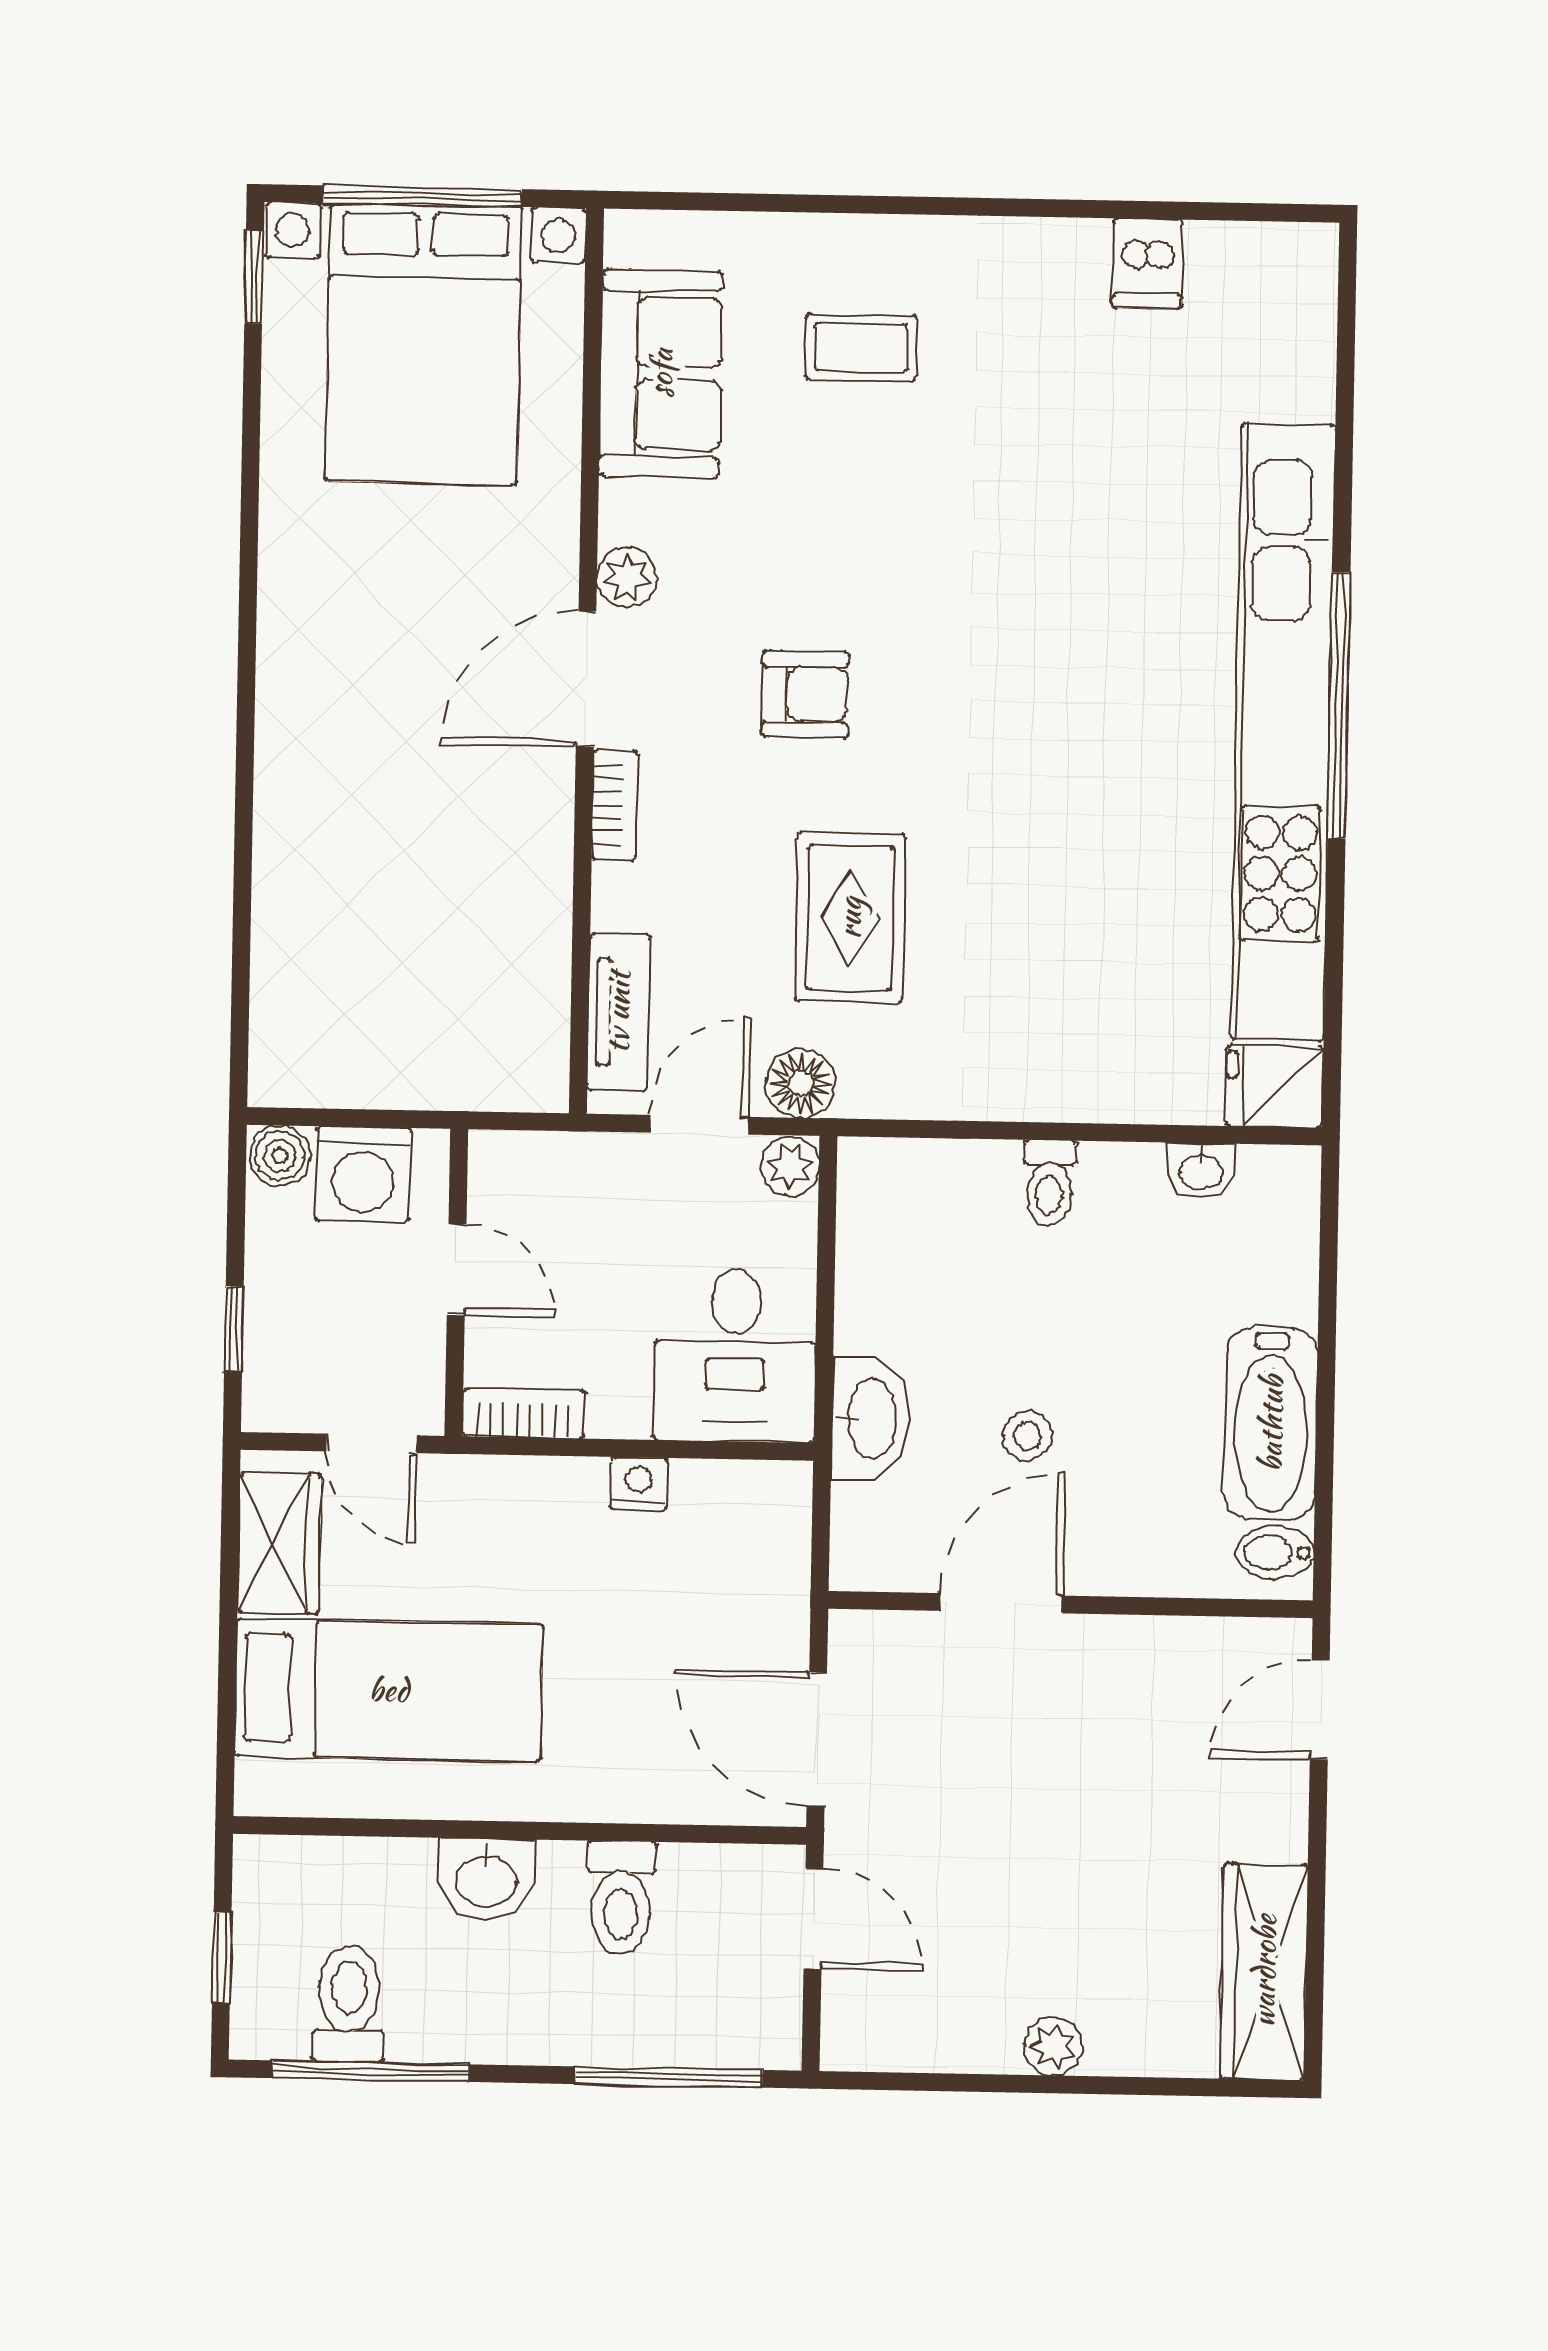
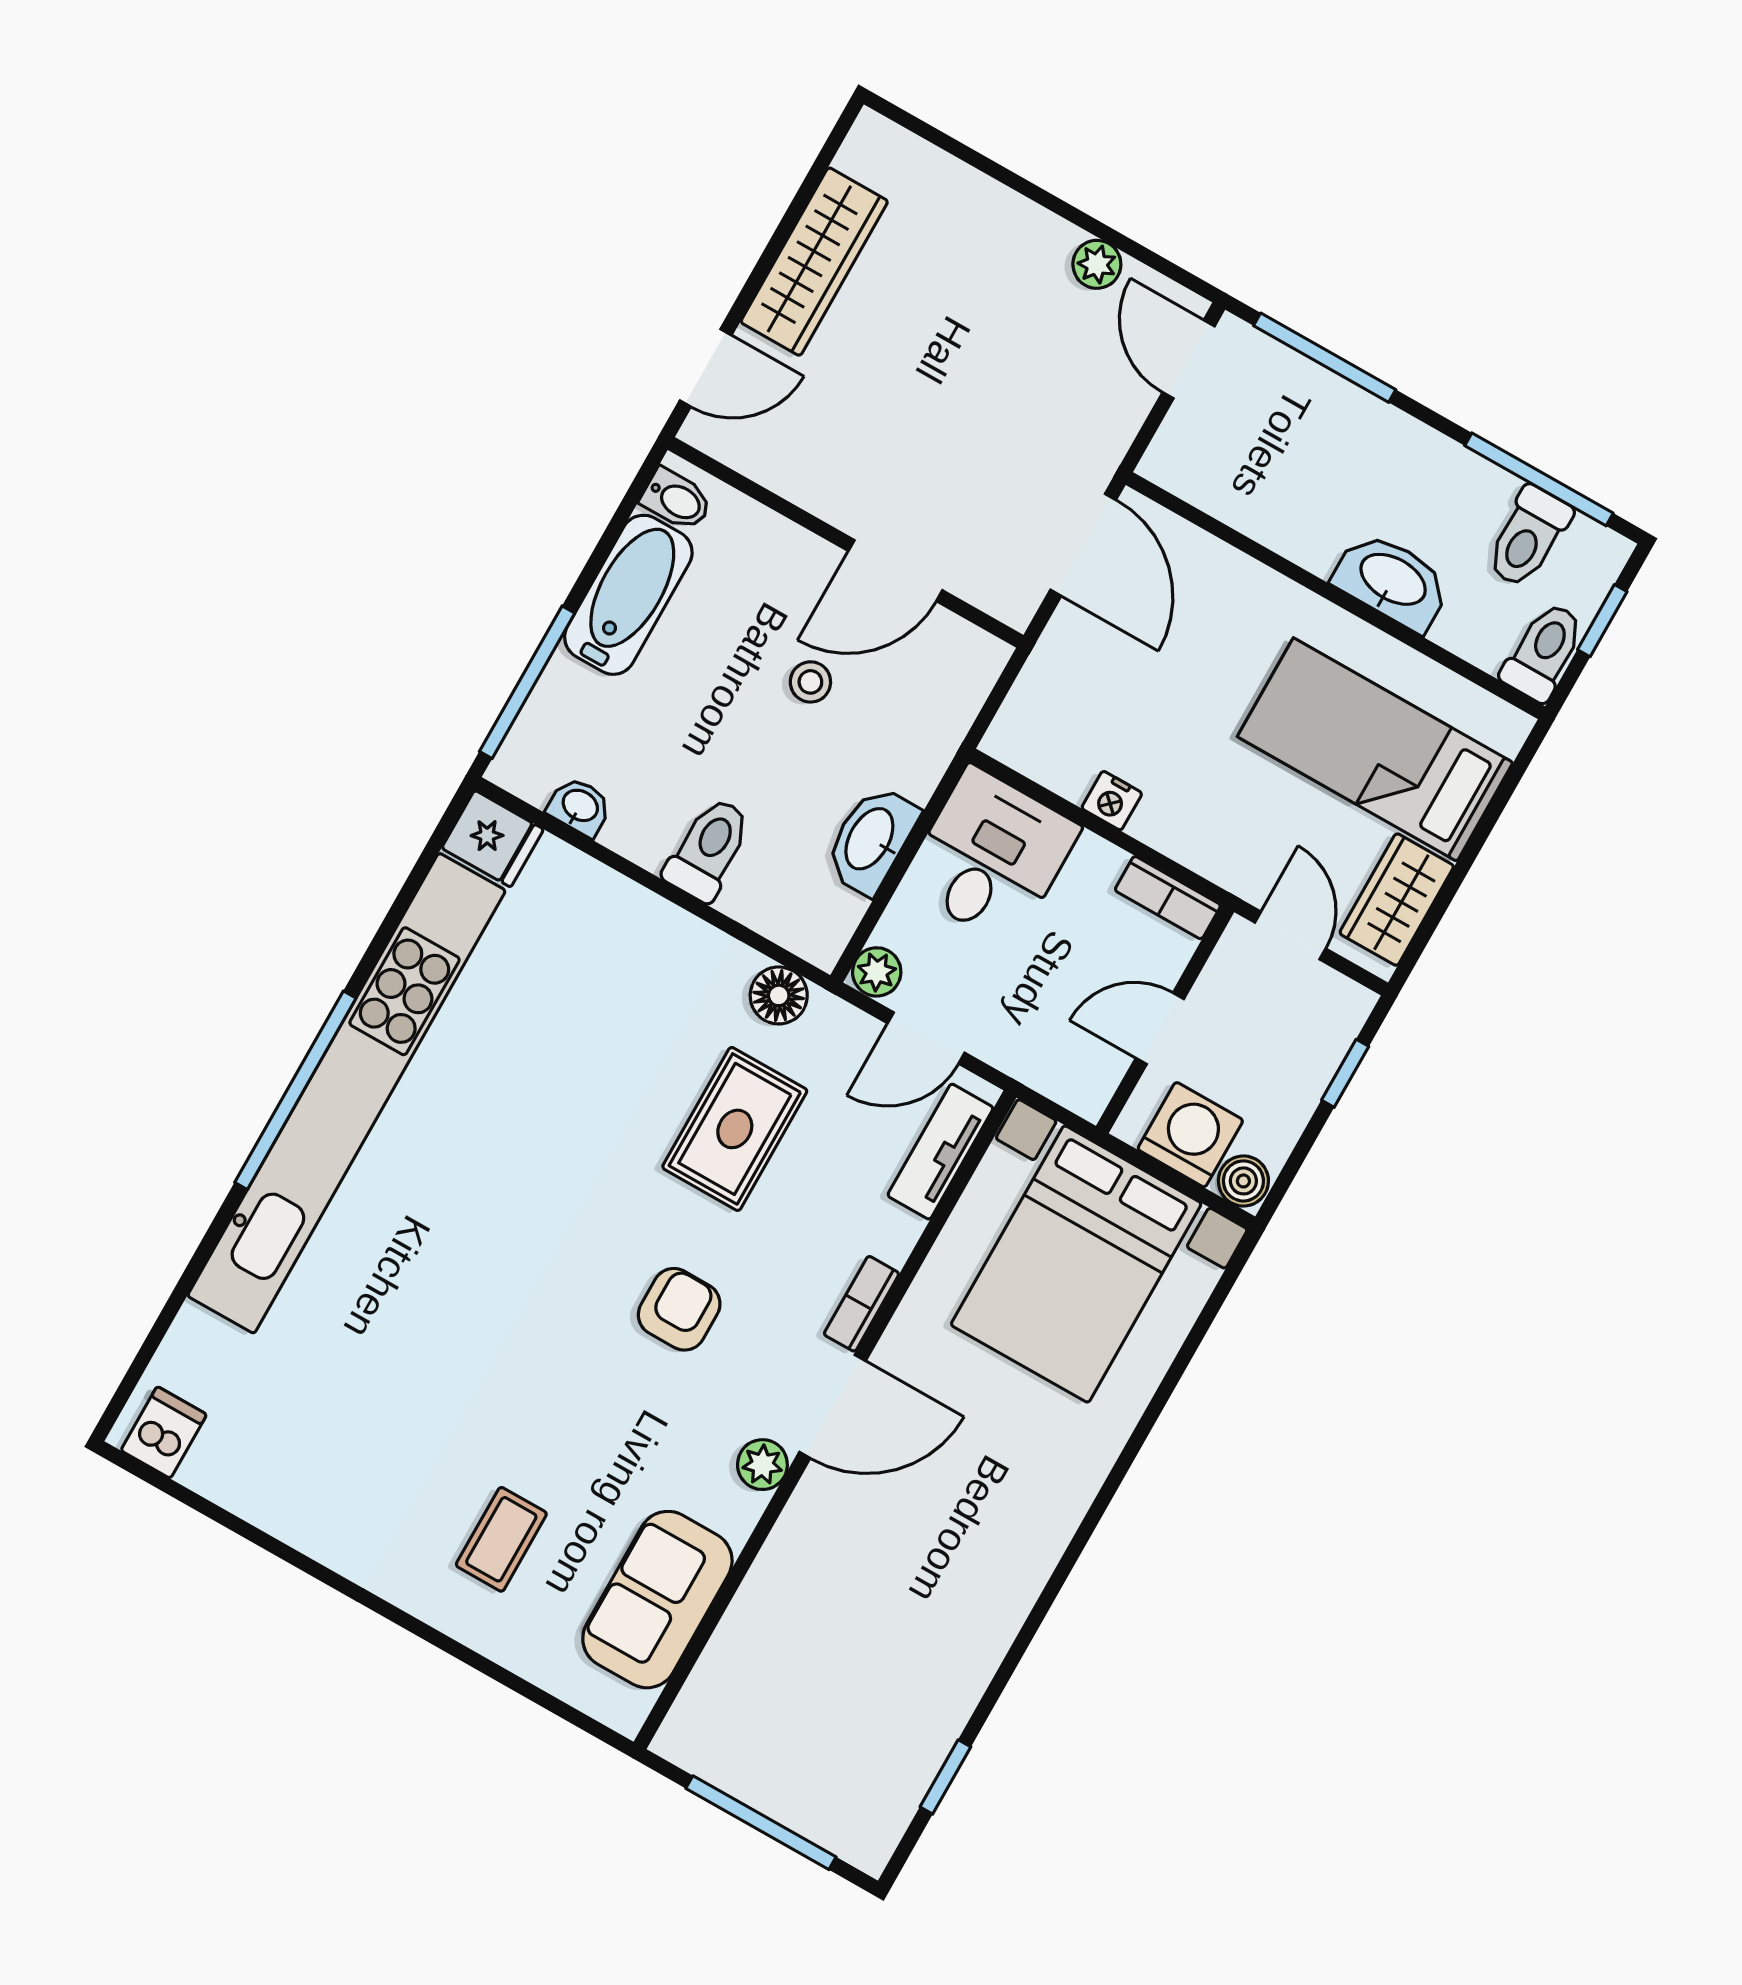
dishwasher: (1147, 264) -> (164, 1432), moved
window: (254, 277) -> (945, 1777), moved
bed with nightstands: (424, 344) -> (1076, 1264), moved, turned 180
coffee table: (861, 347) -> (501, 1539), turned 90
armchair: (805, 694) -> (679, 1309), turned 90
floor lamp: (801, 1083) -> (779, 995), moved
toilet: (1049, 1183) -> (708, 849), width x1.37, depth x1.39
door: (457, 1270) -> (1160, 1028), hinge flipped
window: (1328, 1272) -> (527, 682), added
washbasin: (870, 1419) -> (871, 840), moved
washbasin: (486, 1879) -> (1392, 581), width x1.38
toilet: (621, 1898) -> (1544, 652), moved
door: (813, 1918) -> (1189, 359), moved
wardrobe: (1264, 1971) -> (814, 262), moved
plant: (1053, 2046) -> (1097, 264), moved

